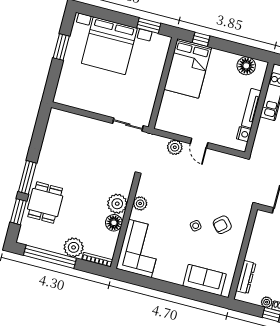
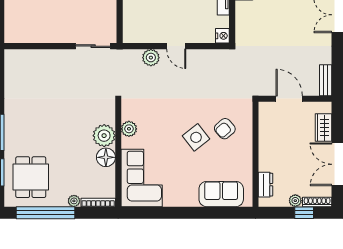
nightstand: (244, 134) -> (222, 36), moved
dining table: (45, 203) -> (31, 177), moved
side table: (196, 226) -> (196, 137), width x1.87, depth x1.87
plant: (74, 247) -> (74, 201), width x0.53, depth x0.53
dresser: (246, 277) -> (265, 185), width x0.70

